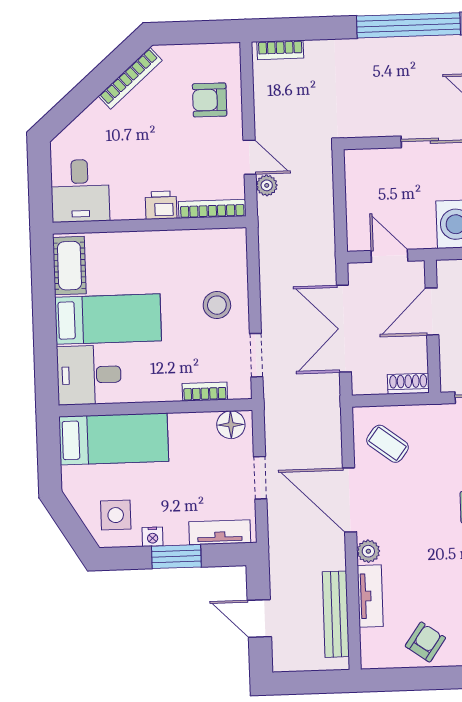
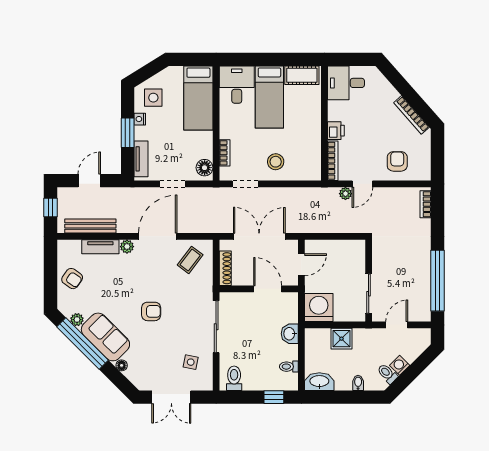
shoe rack: (408, 384) -> (225, 268), width x1.43
window: (307, 682) -> (51, 208), added

